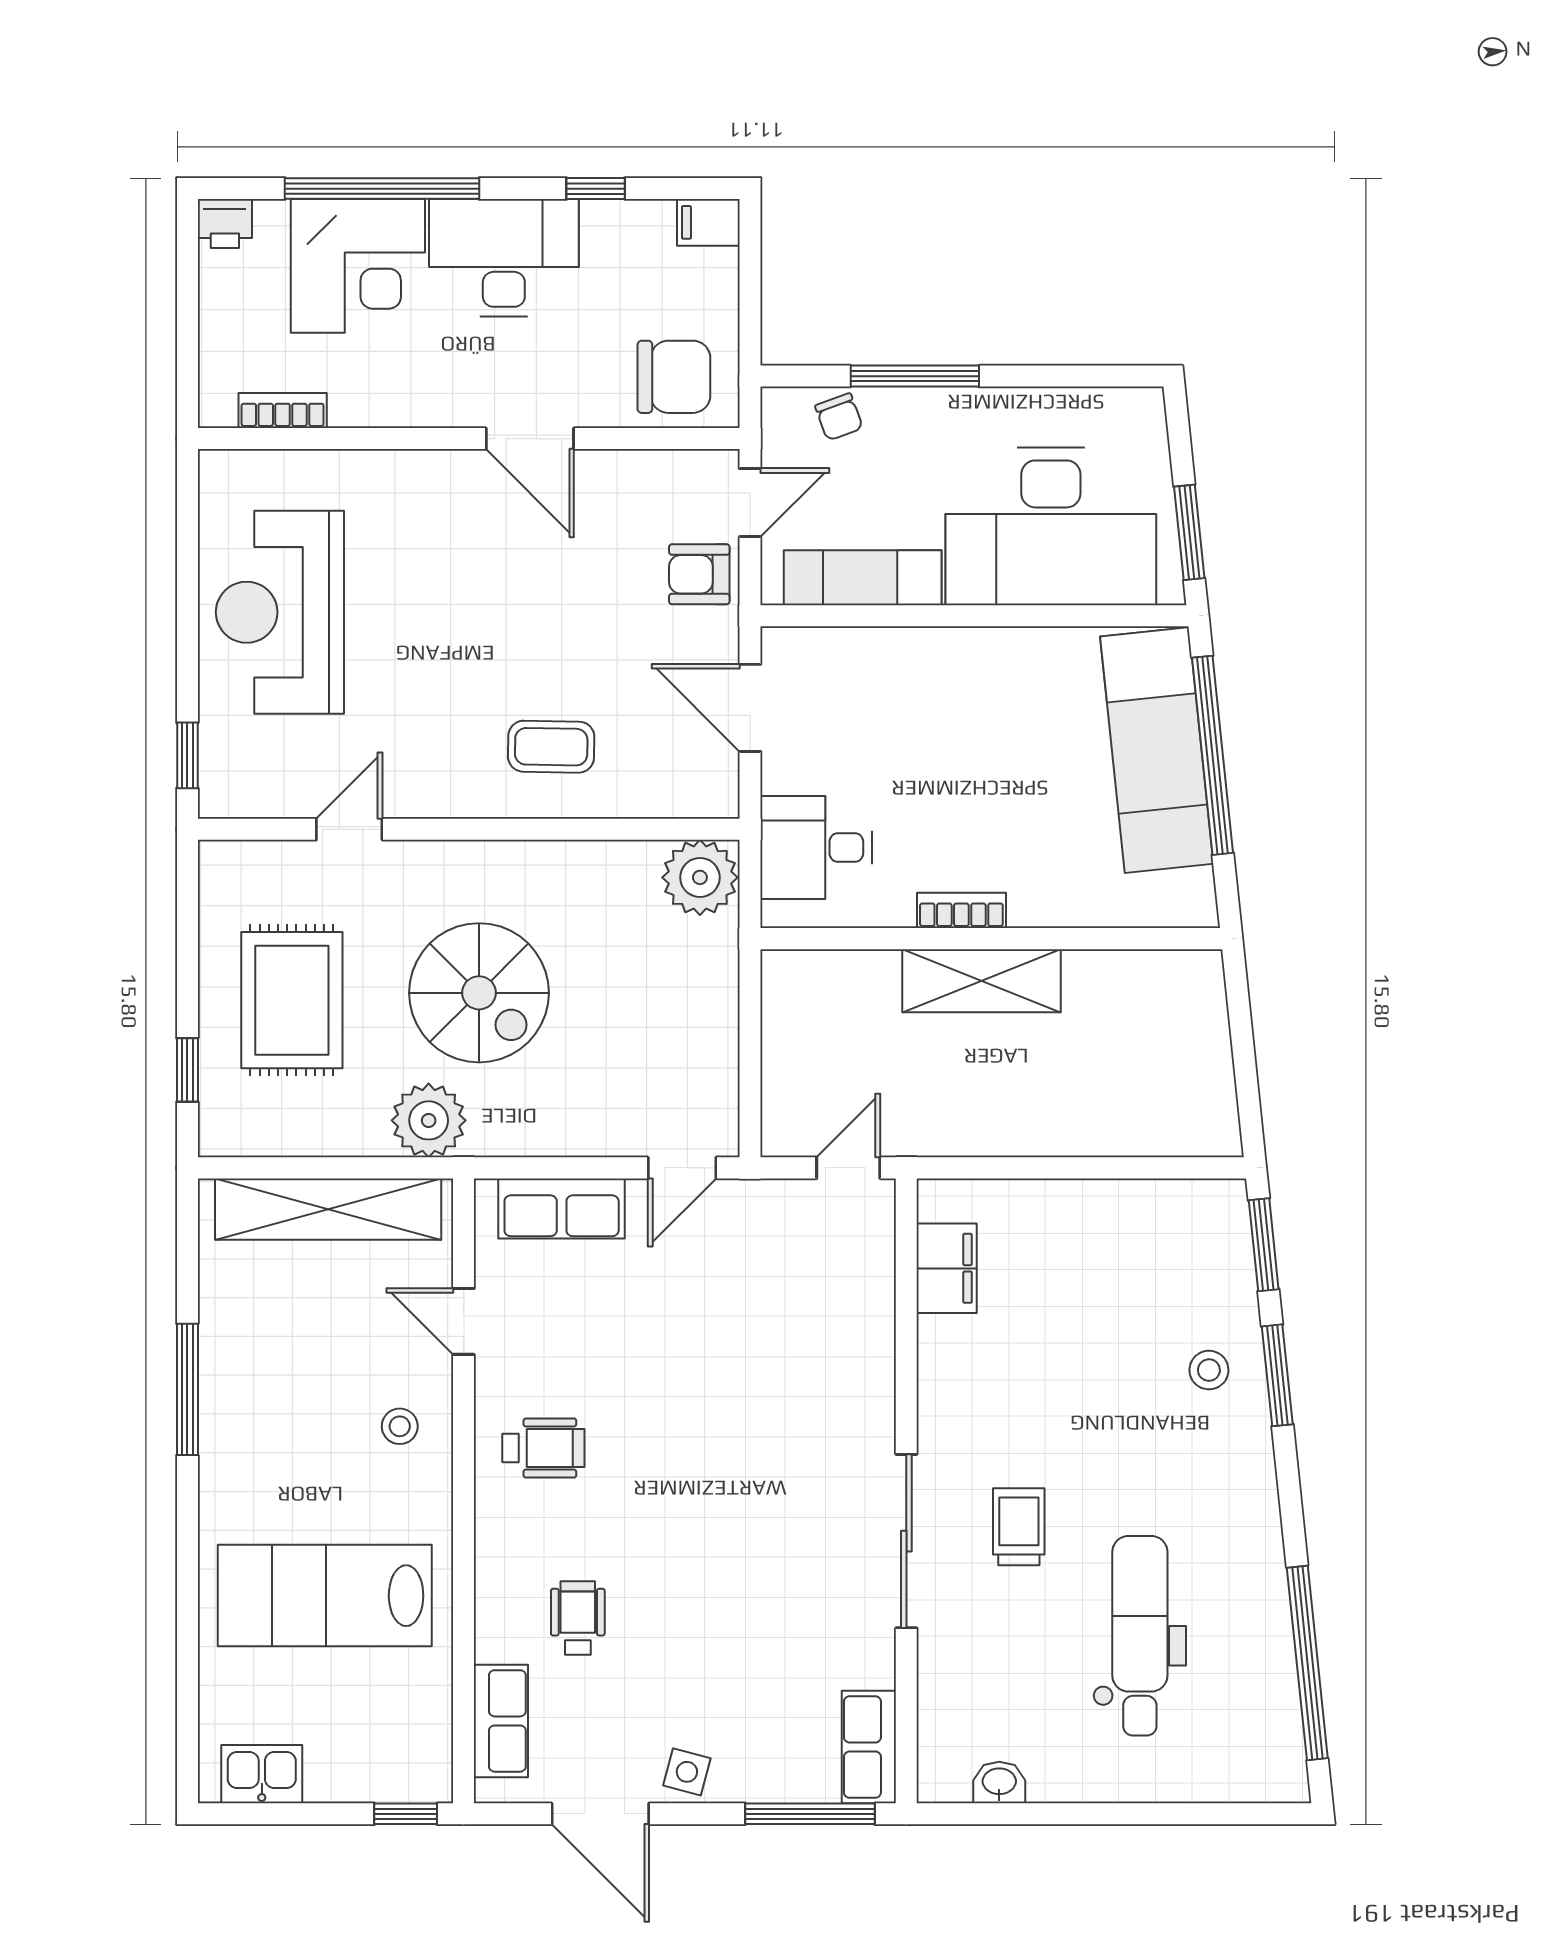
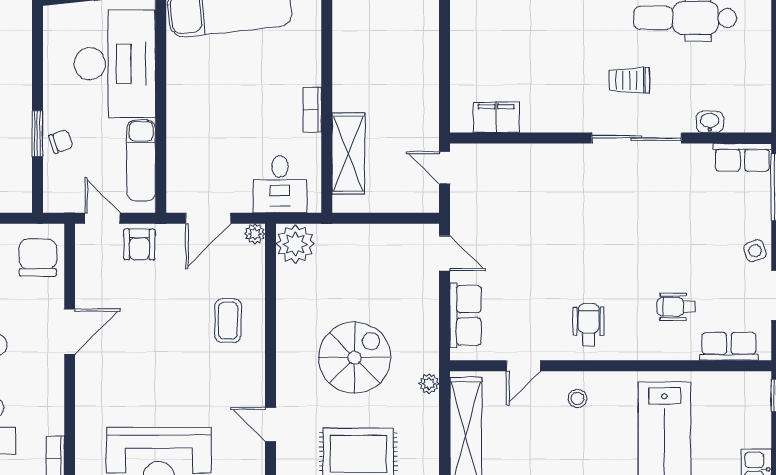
window: (915, 376) -> (37, 134), width x0.69
chair: (839, 417) -> (61, 141), moved
plant: (720, 799) -> (255, 234), added
shelving: (982, 981) -> (348, 154), moved
plant: (429, 1120) -> (429, 384), width x0.53, depth x0.53
side table: (687, 1772) -> (755, 251), turned -34
washbasin: (999, 1783) -> (710, 122), moved, turned 90

